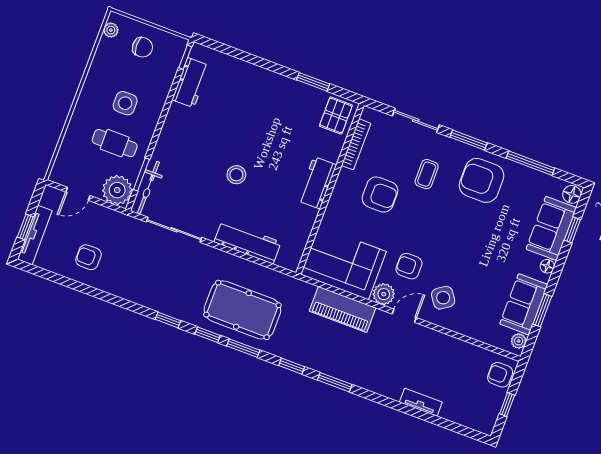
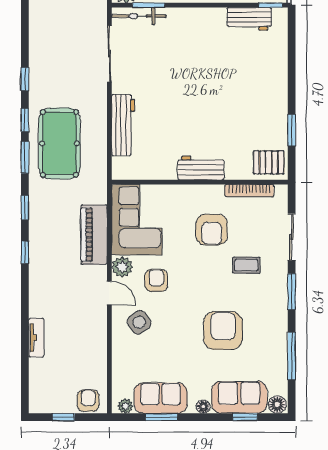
stool: (236, 175) -> (181, 92), removed
armchair: (482, 180) -> (223, 331), moved
window: (335, 382) -> (25, 252), width x0.67

